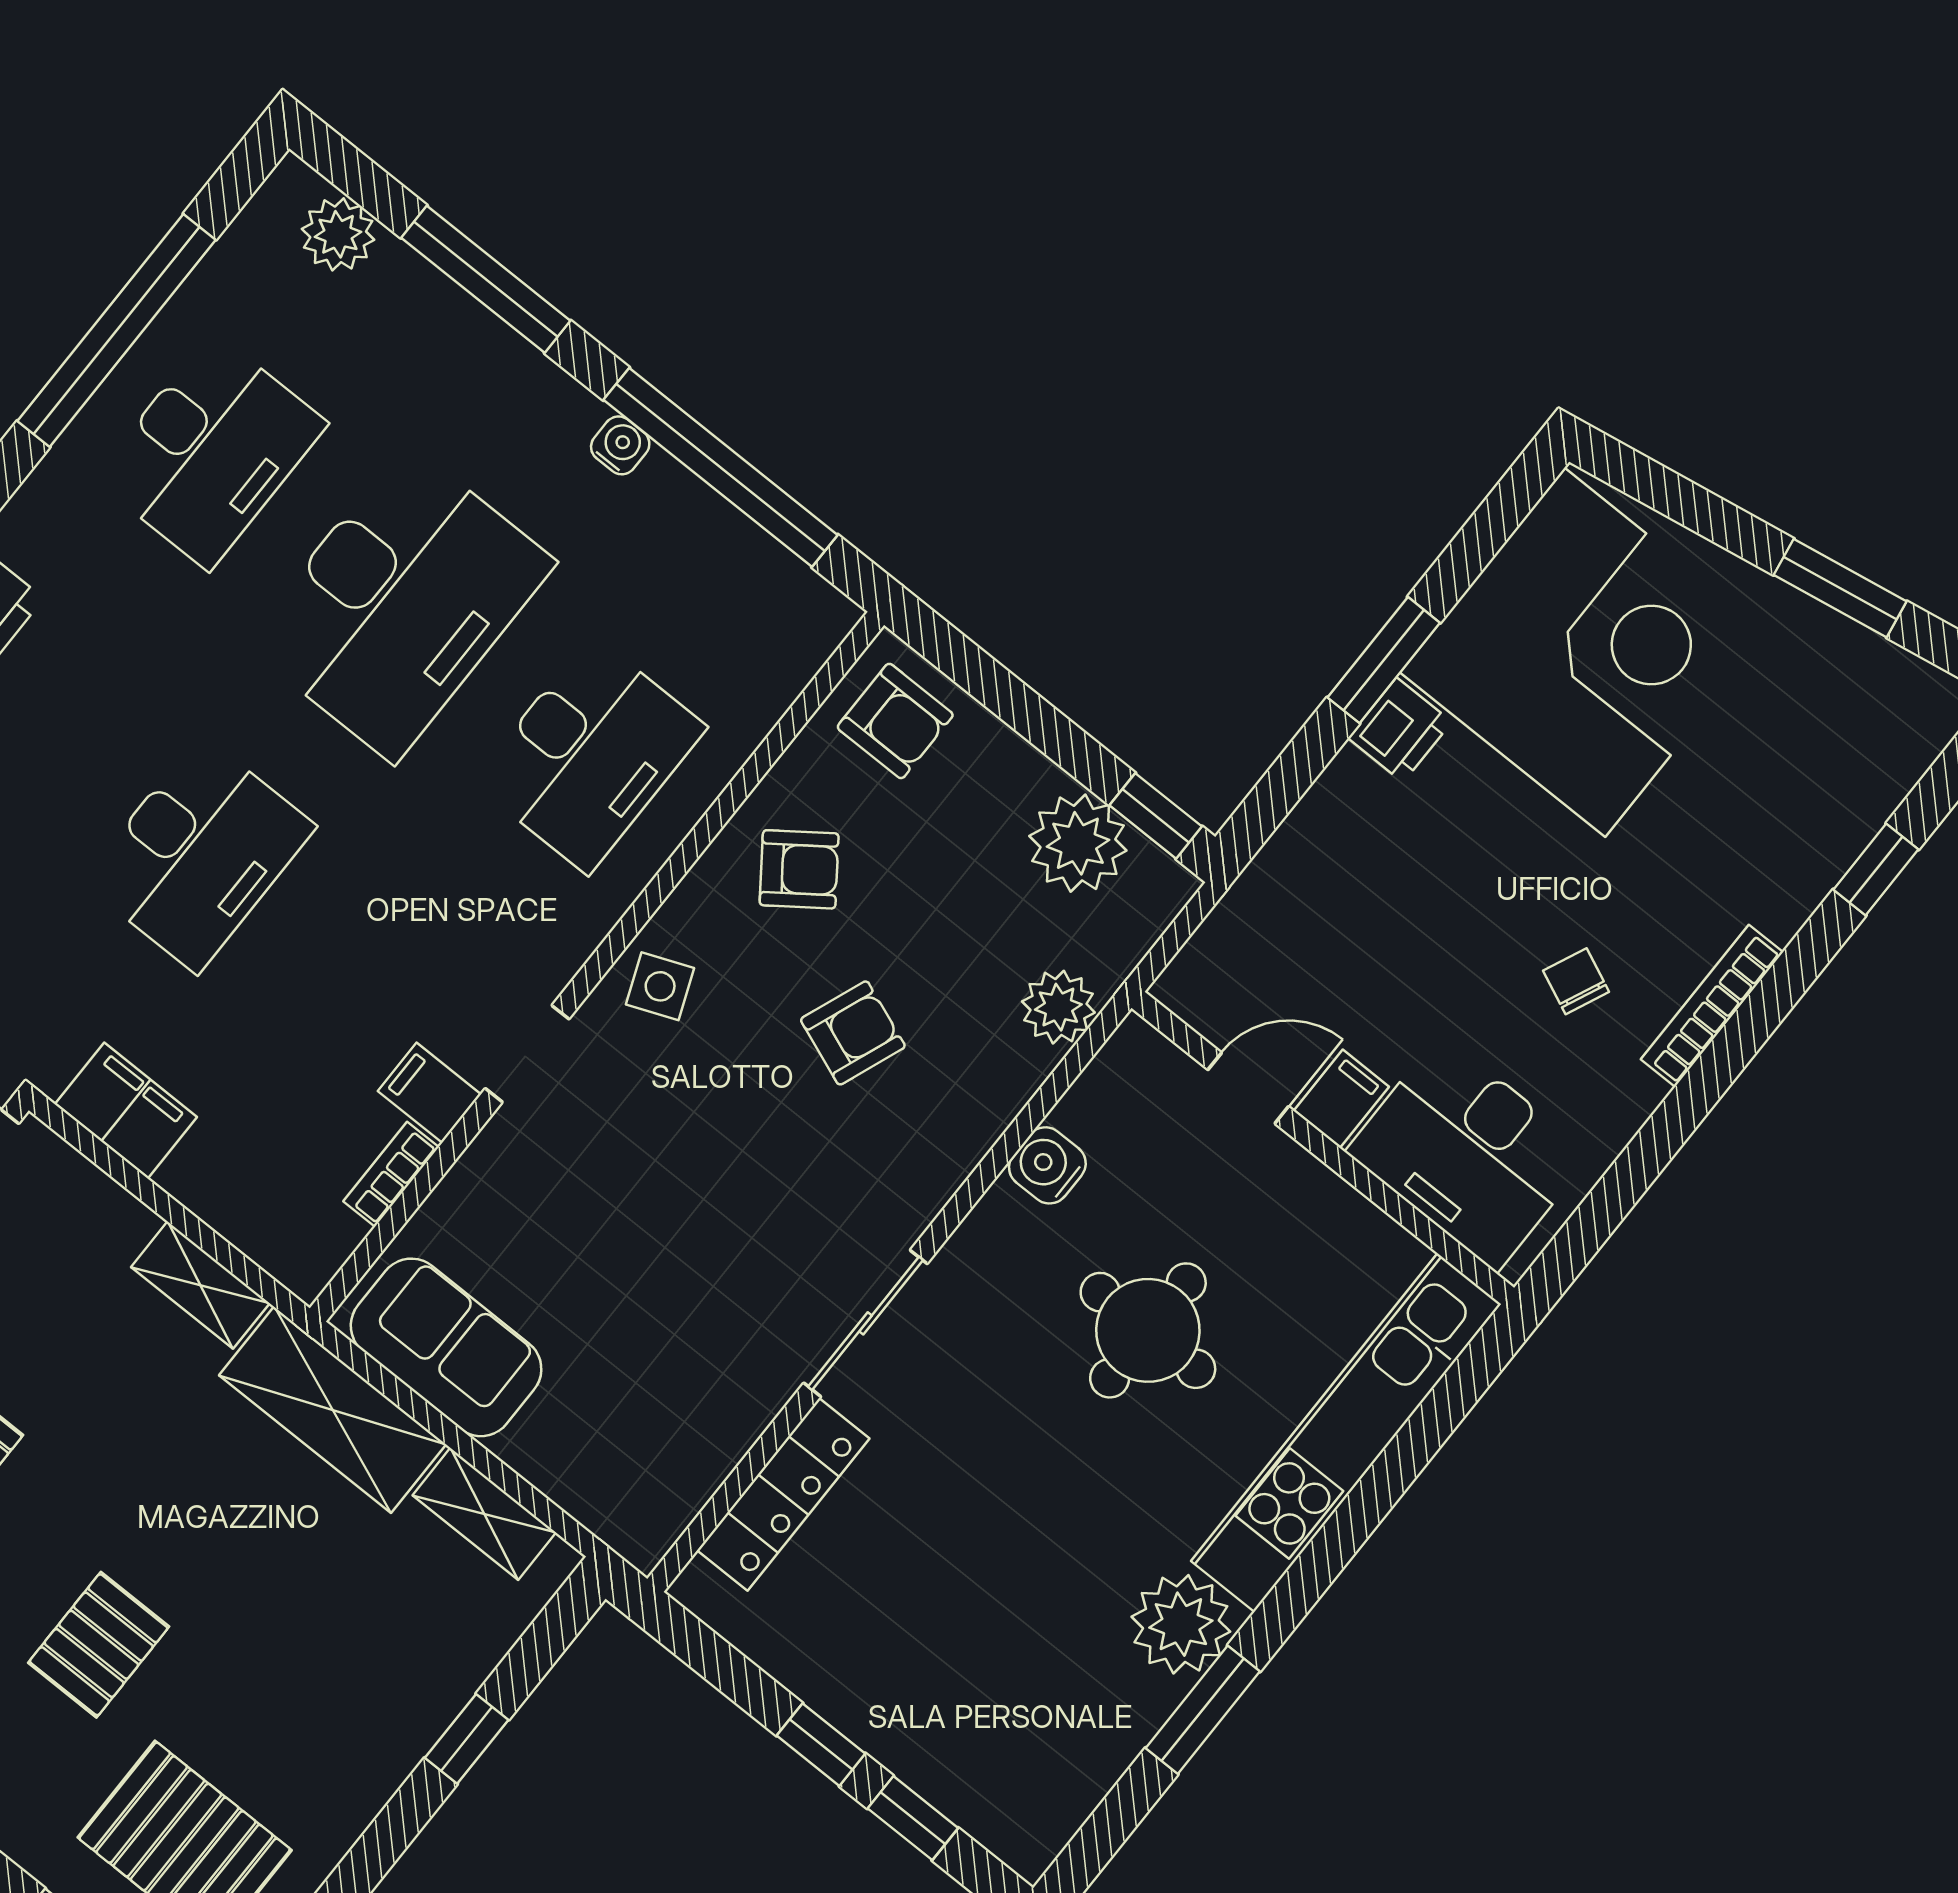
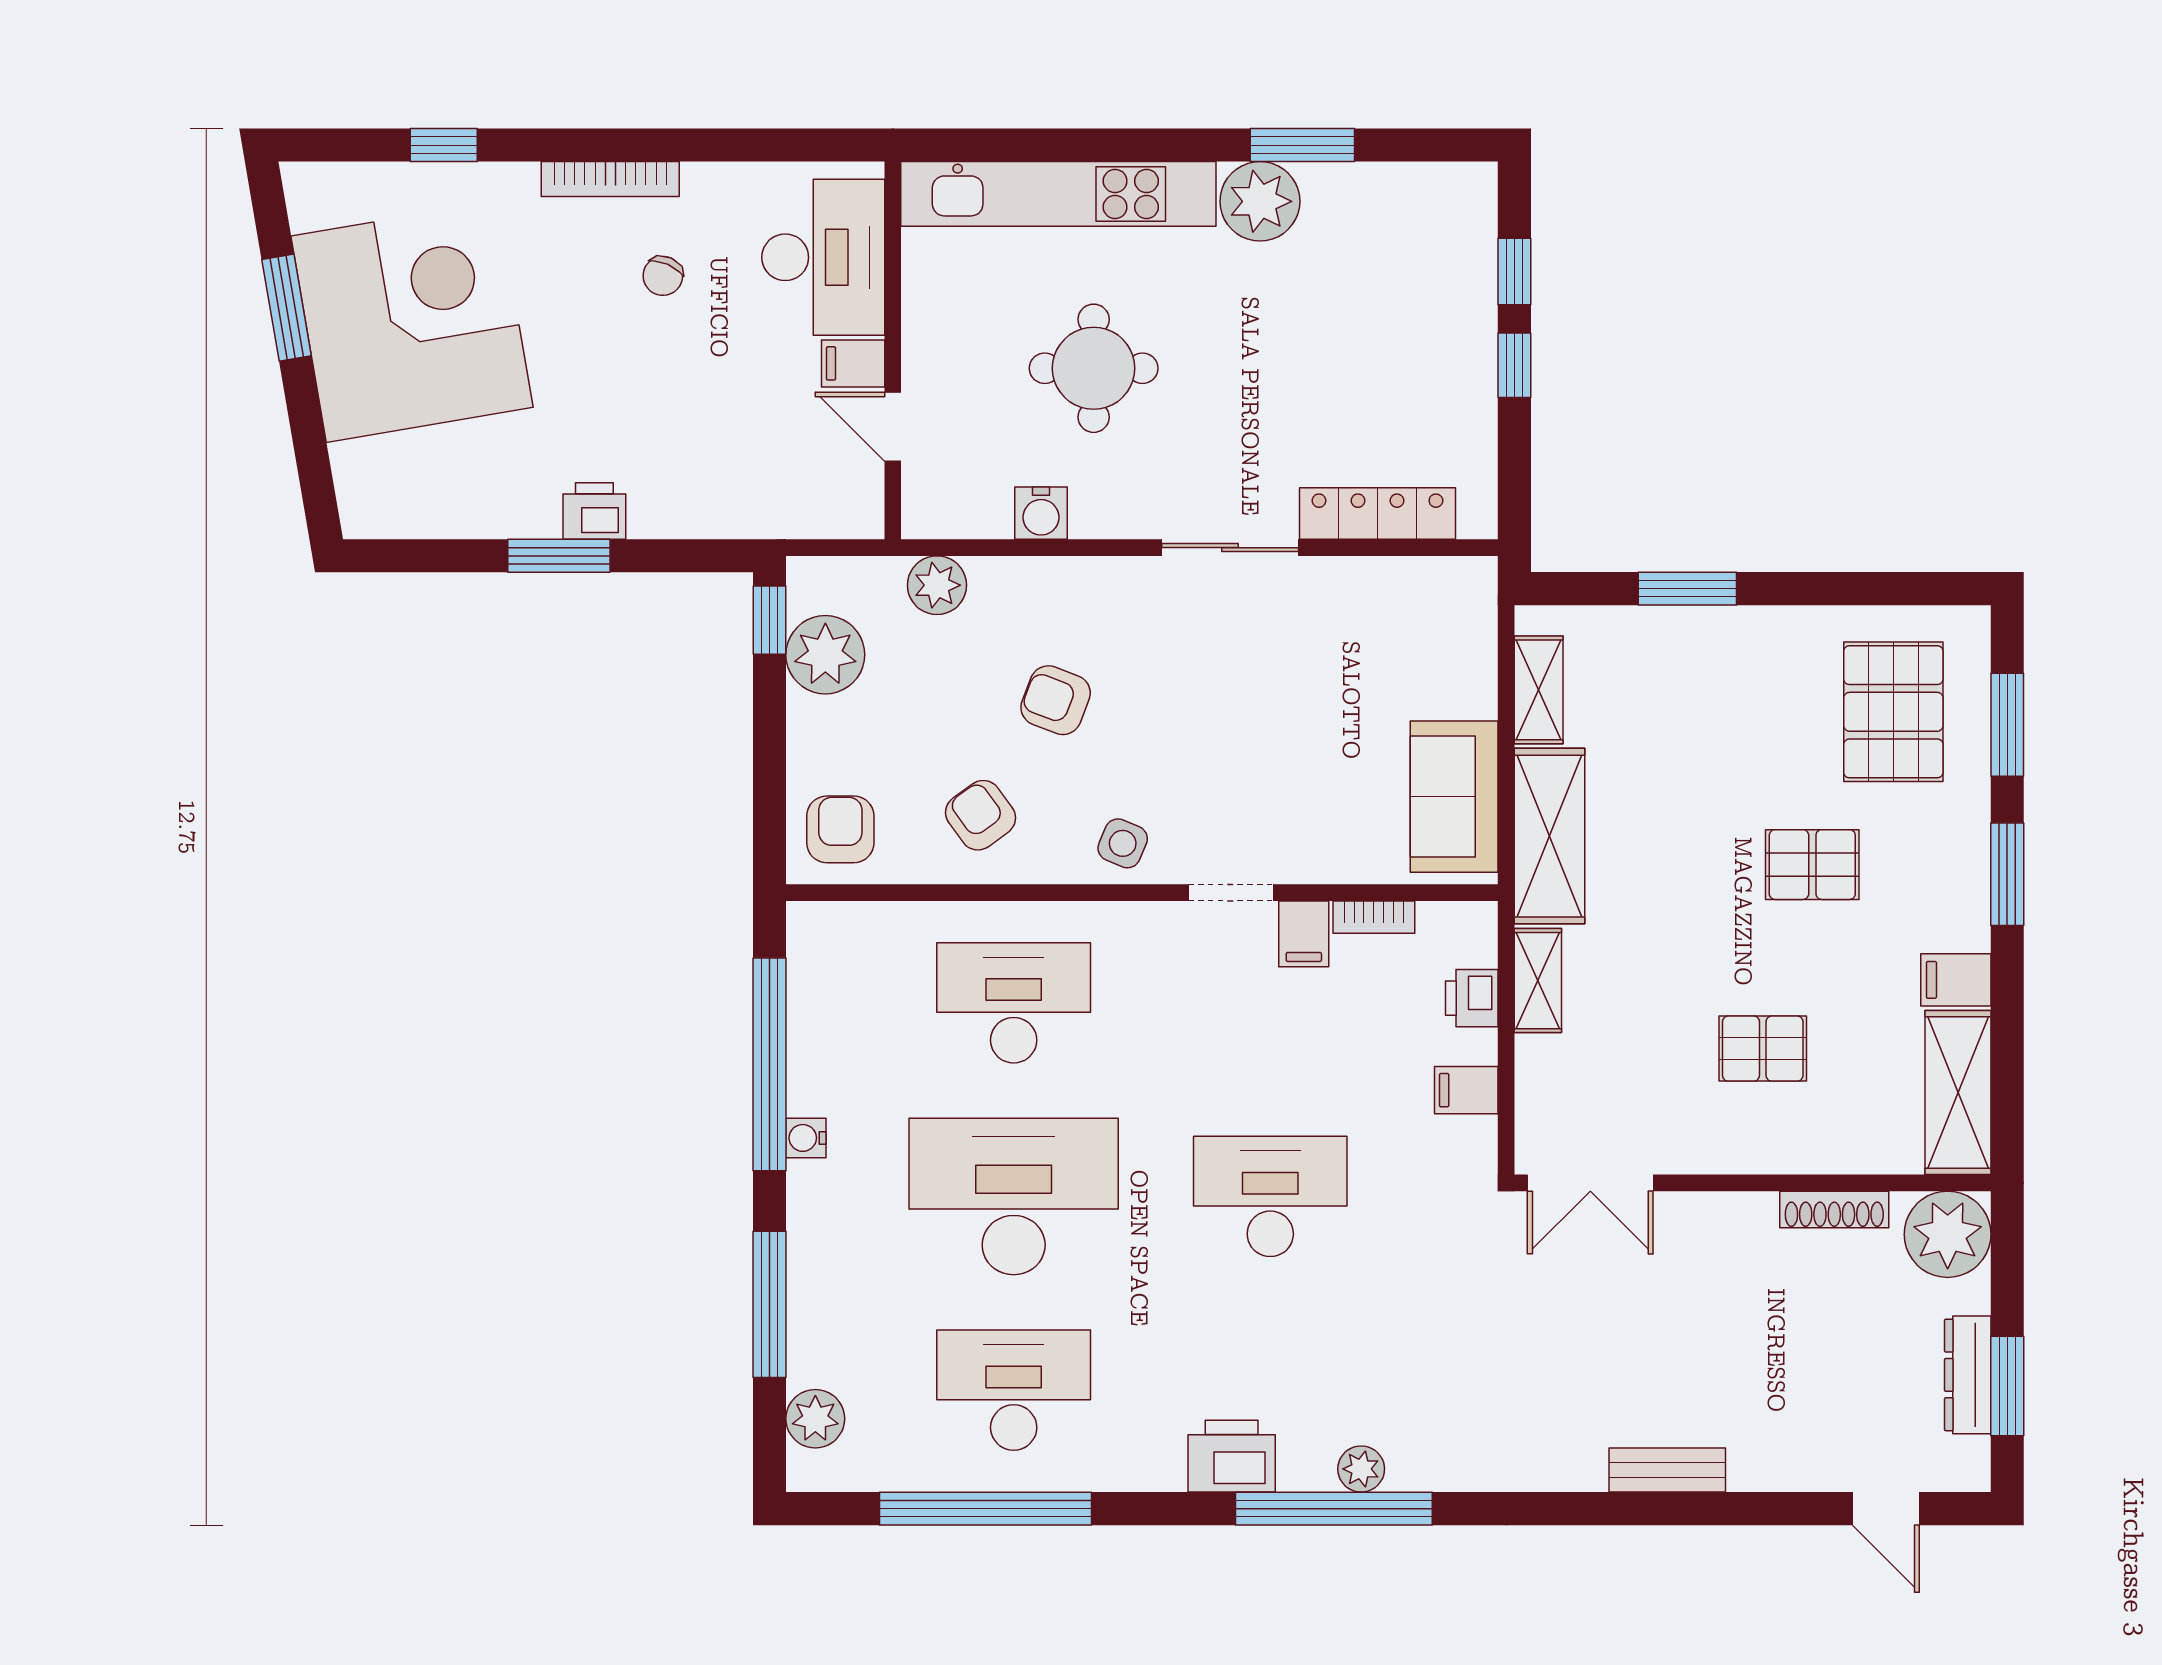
corner desk: (1585, 652) -> (412, 322), moved, turned 80
side table: (660, 986) -> (1123, 843), turned 45
filing cabinet: (126, 1111) -> (1466, 1090), width x0.50
printer: (235, 1207) -> (1472, 998), added
window: (467, 1739) -> (1687, 589), width x1.50

